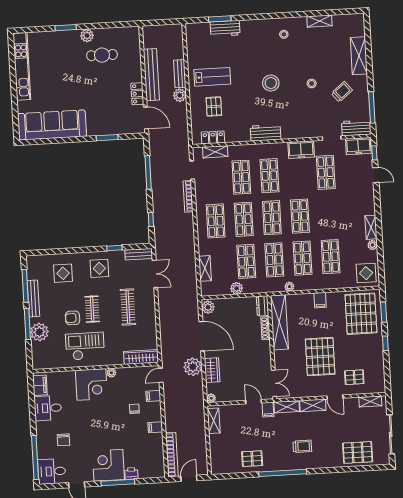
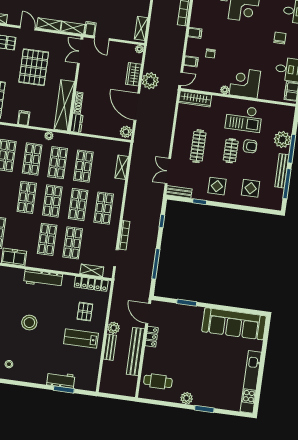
cafe table: (102, 55) -> (158, 381), moved
workbench: (265, 133) -> (43, 279), width x1.37
locker: (213, 137) -> (91, 284), width x1.53
plant: (237, 288) -> (97, 144), removed

